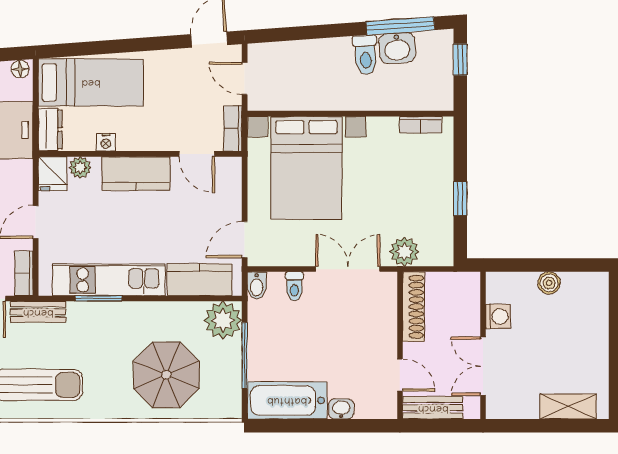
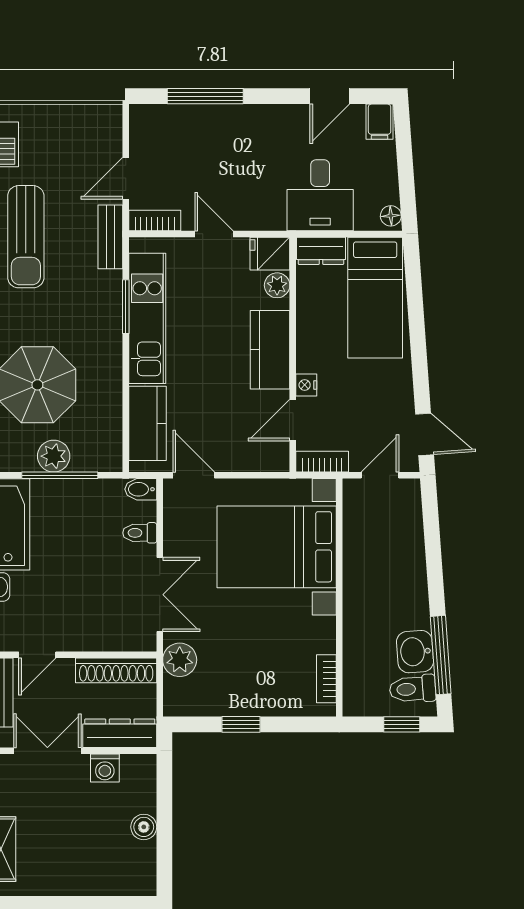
toilet: (365, 55) -> (413, 689), moved
nightstand: (106, 142) -> (306, 385), moved
dresser: (468, 304) -> (120, 733), added
plant: (223, 320) -> (54, 456), moved, width x0.73, depth x0.73

